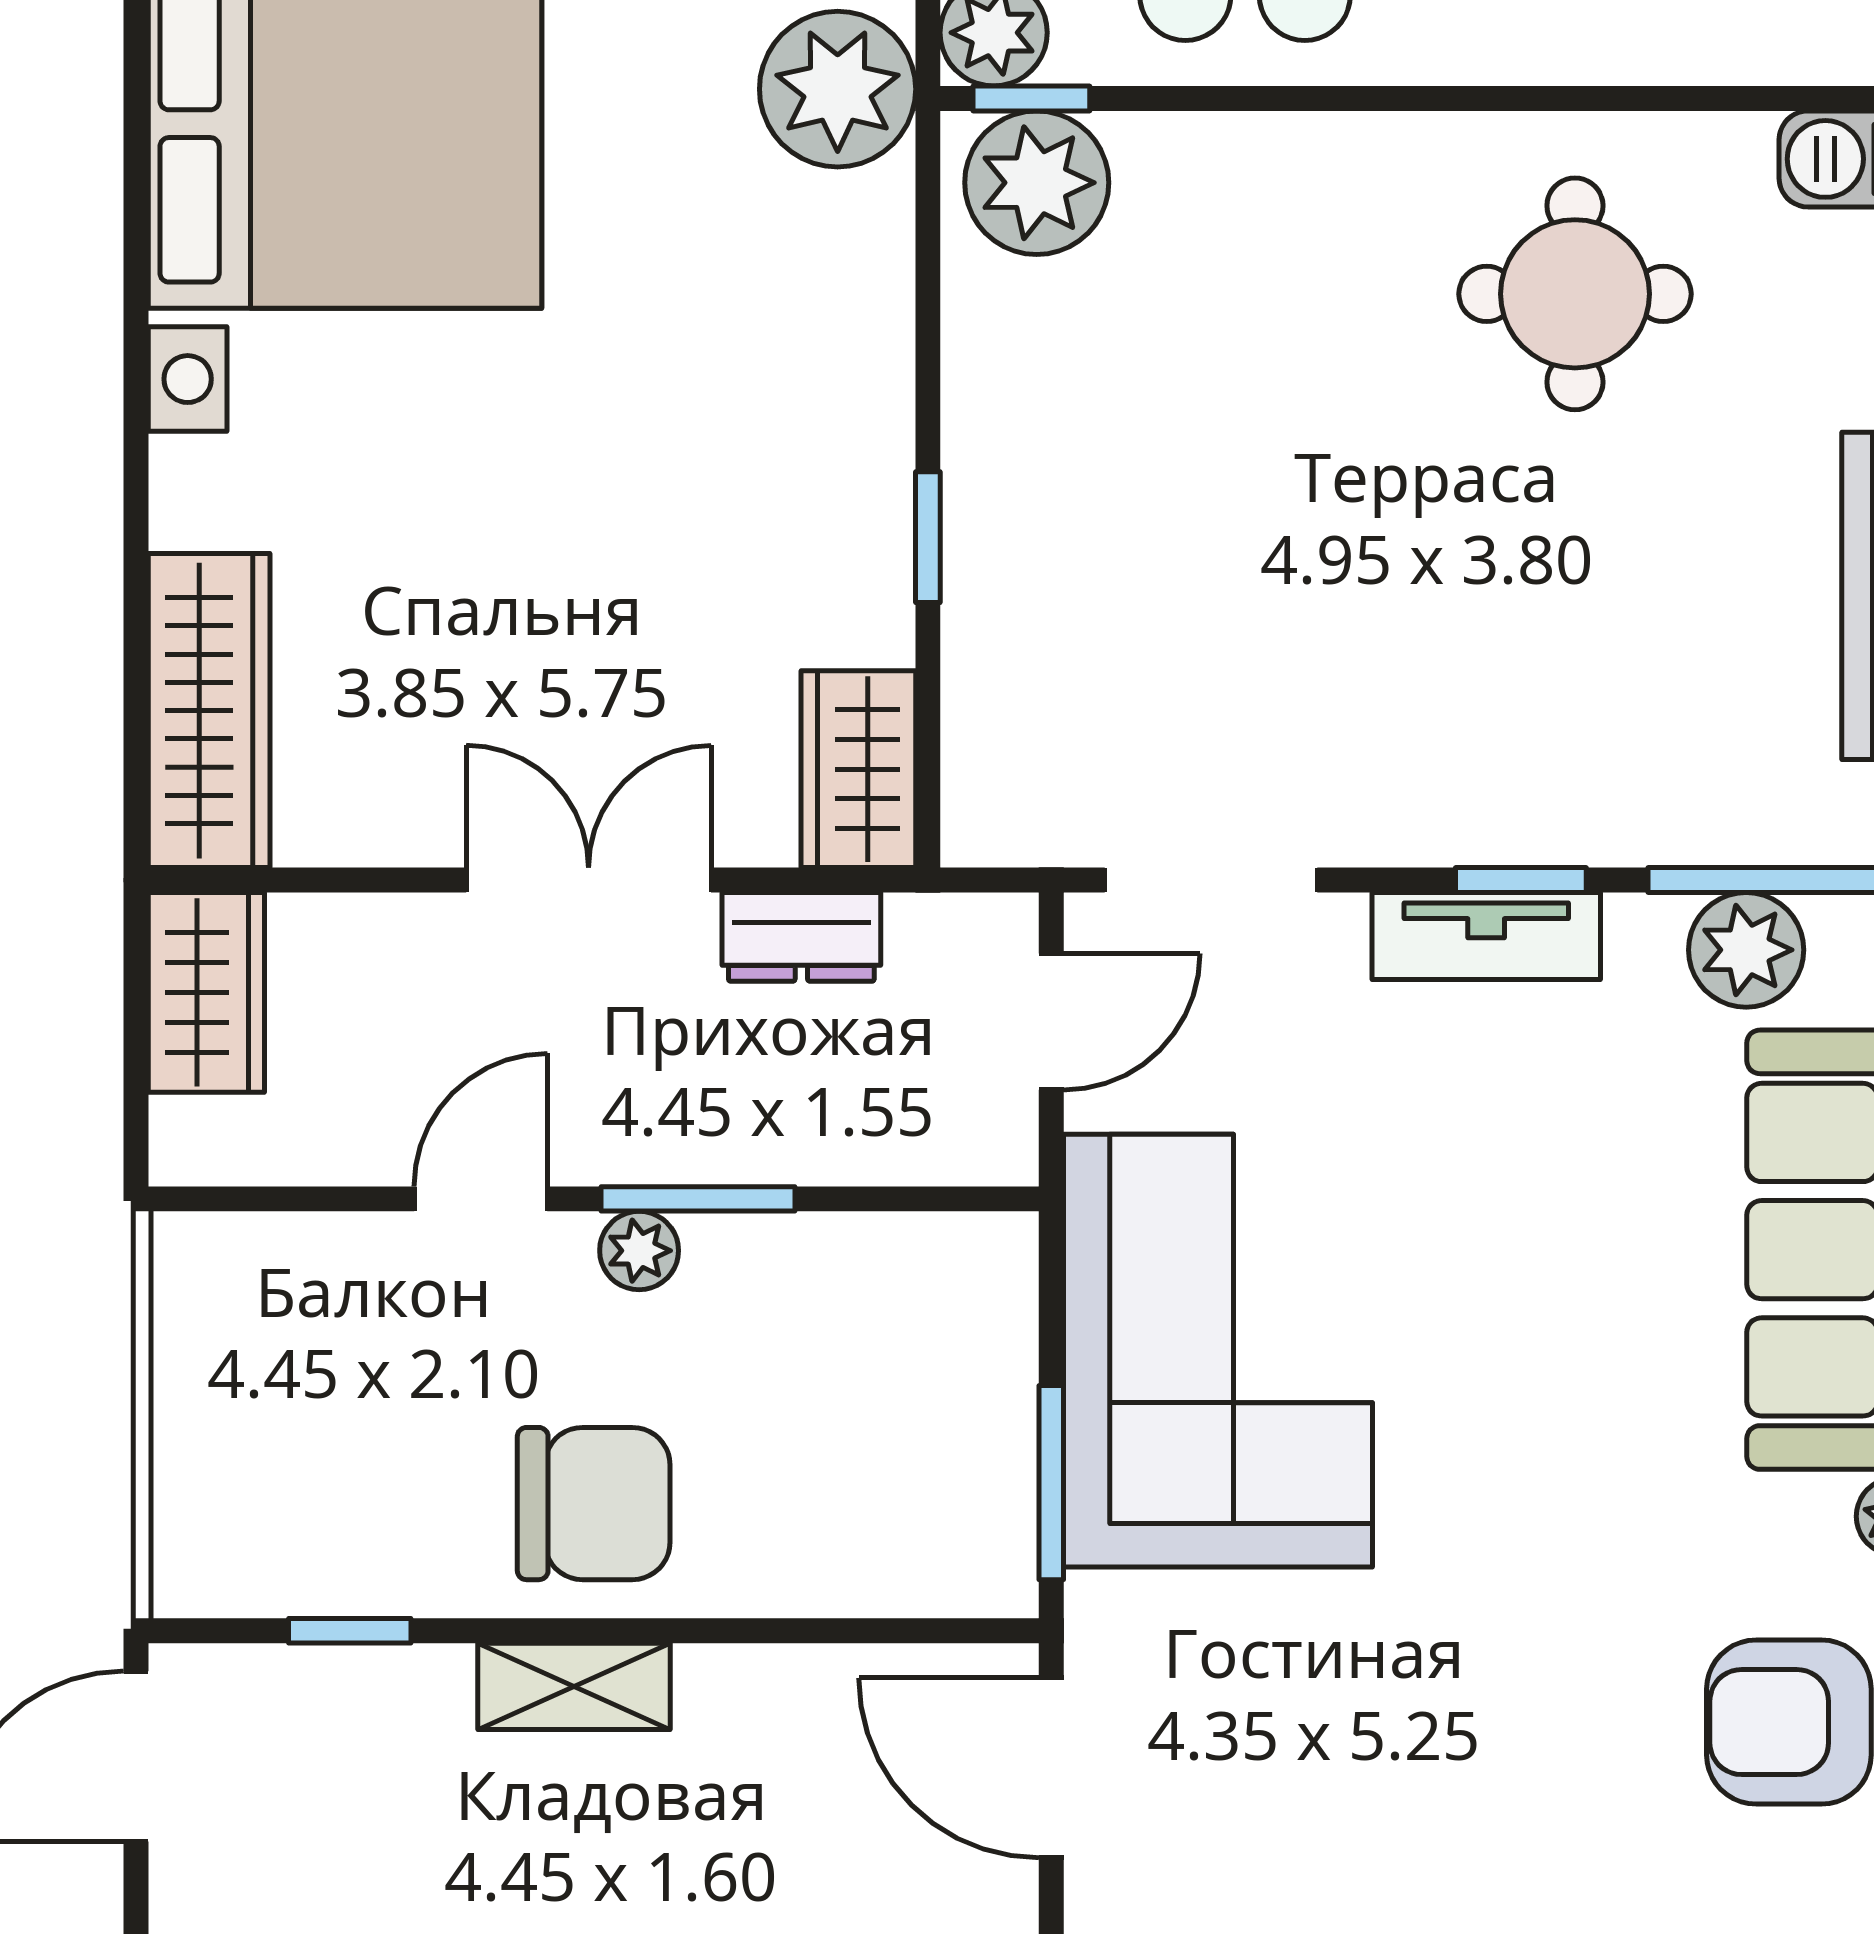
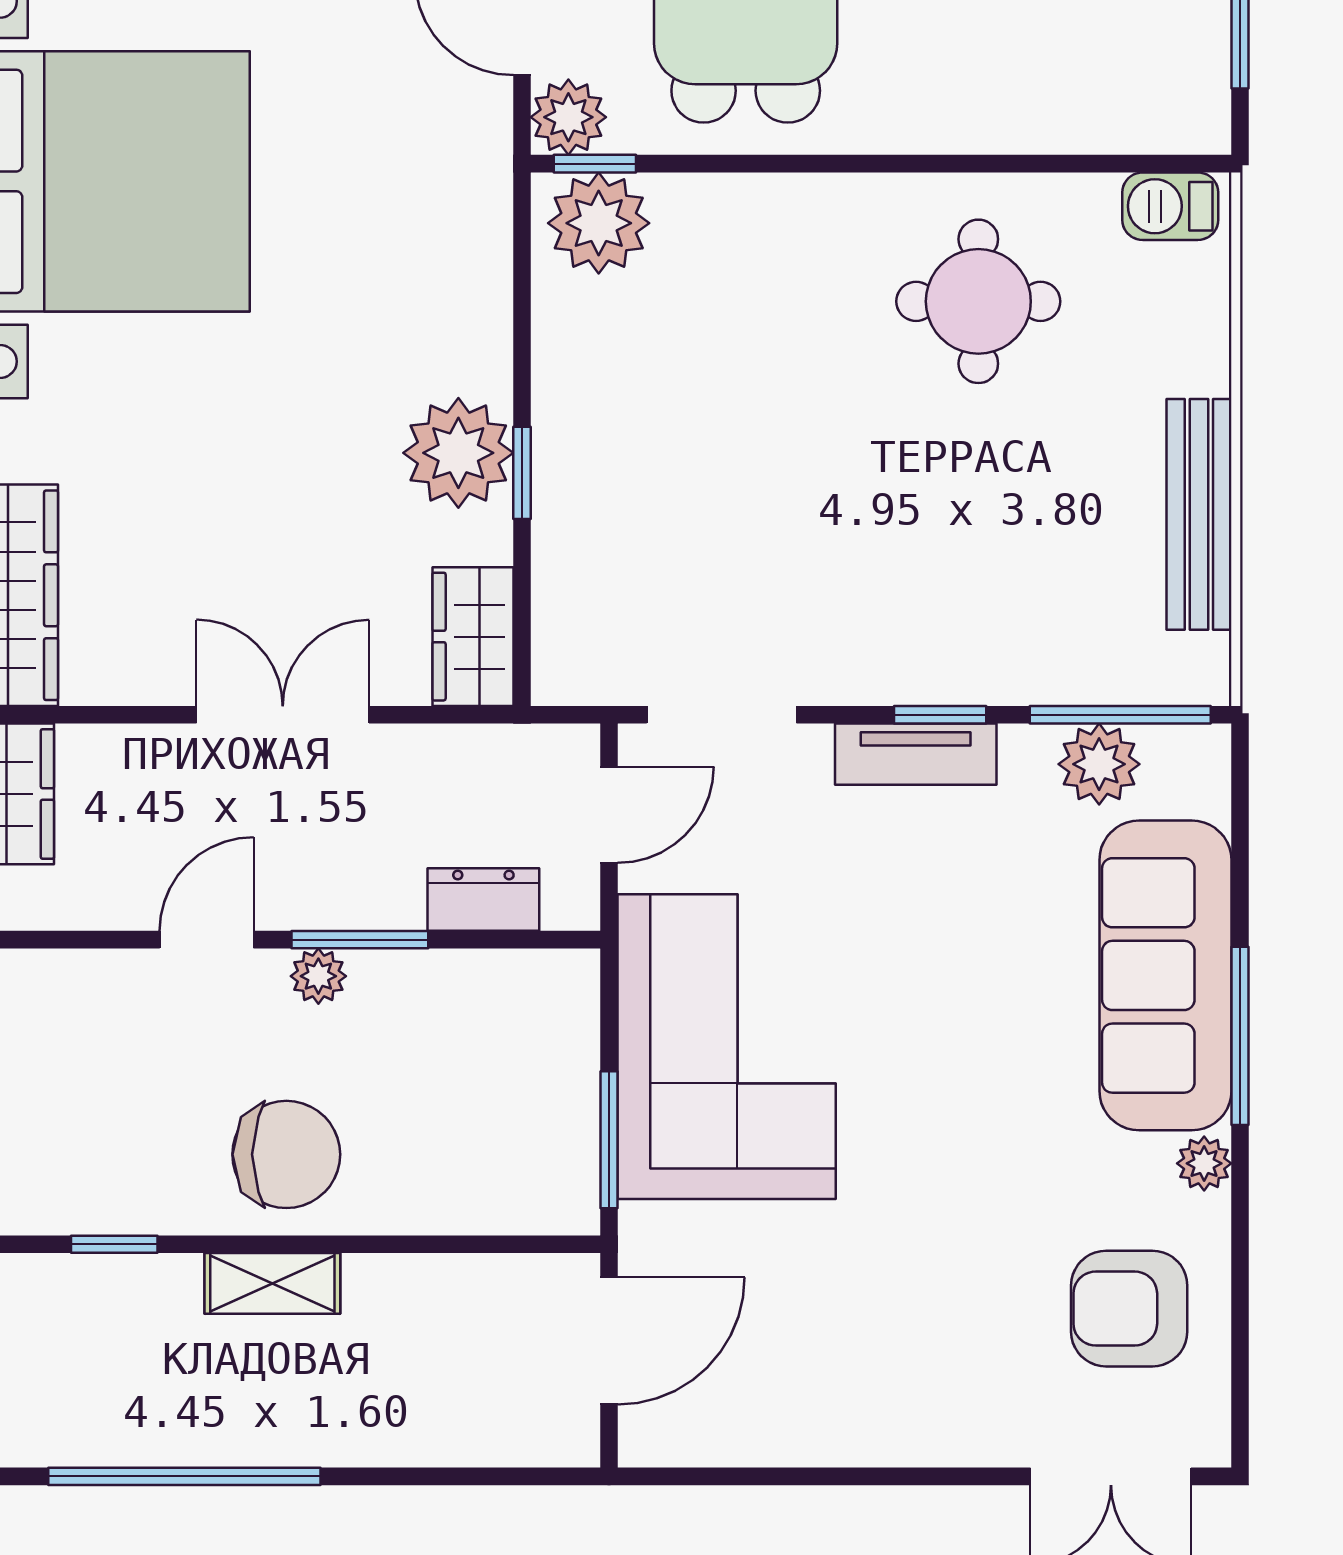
plant: (838, 89) -> (458, 453), moved
dresser: (801, 937) -> (483, 900), moved, turned 180
door: (1051, 1768) -> (609, 1341), swing flipped

